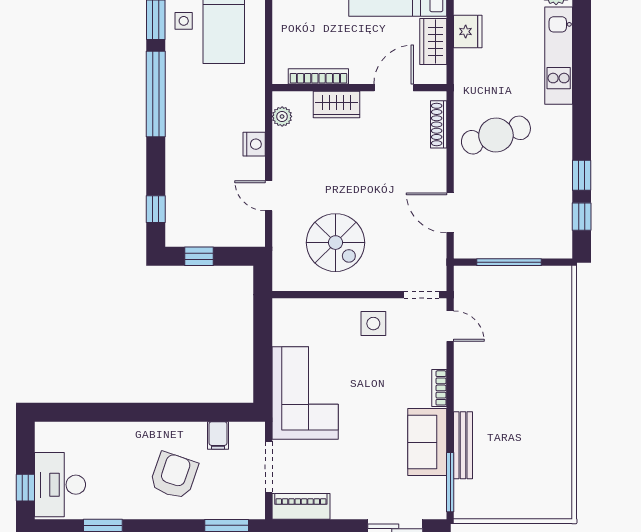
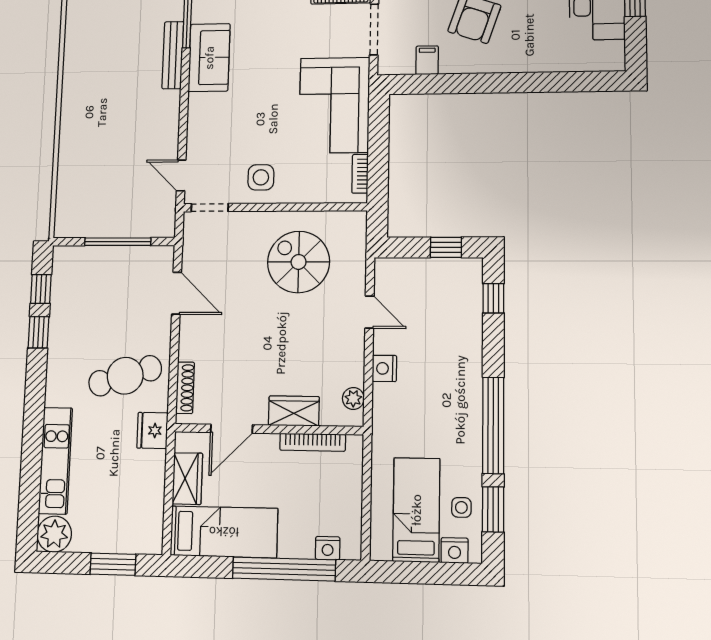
fridge: (468, 32) -> (152, 430), moved
bookcase: (439, 388) -> (360, 174), moved, turned 180

